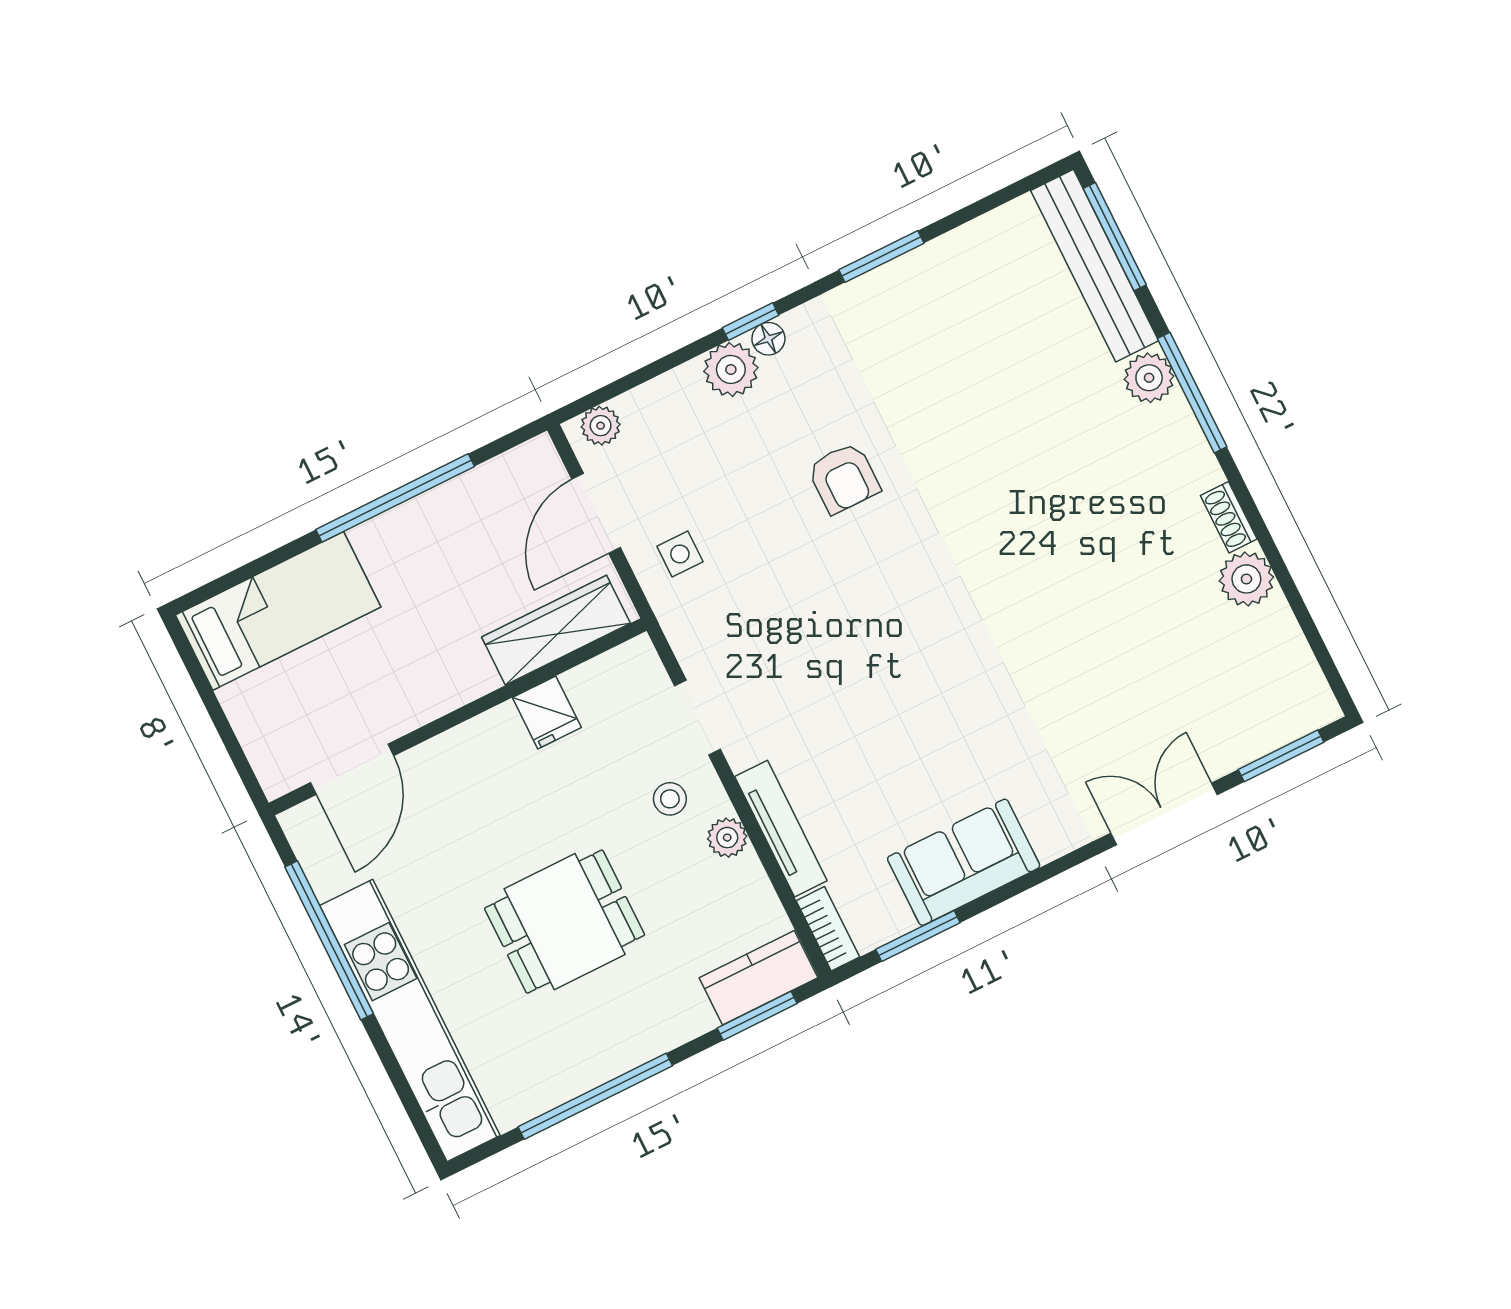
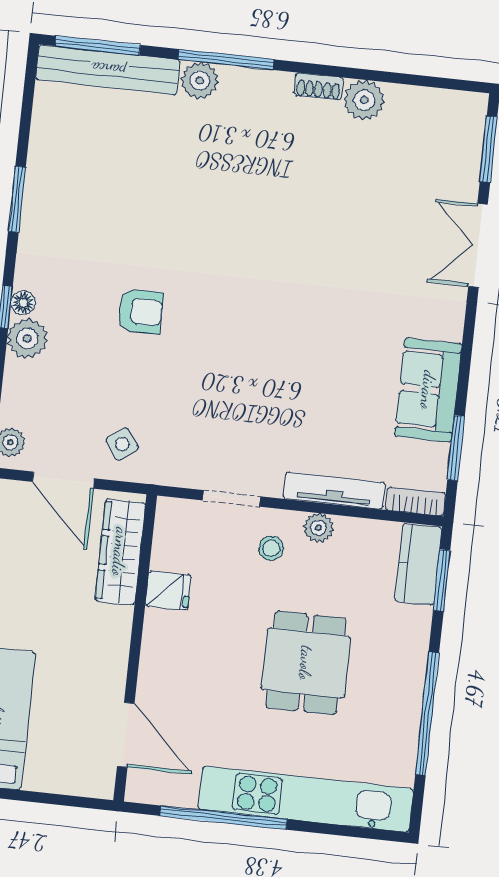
side table: (680, 554) -> (122, 444), turned -37

